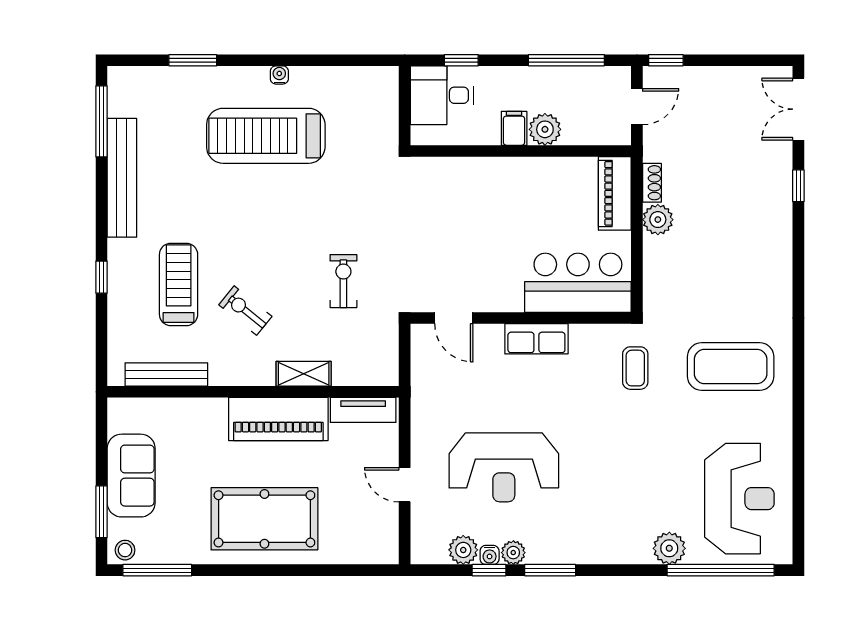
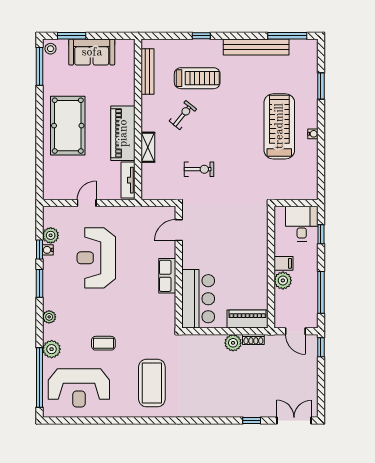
coffee table: (635, 368) -> (103, 343), moved
plant: (513, 553) -> (49, 317), moved

